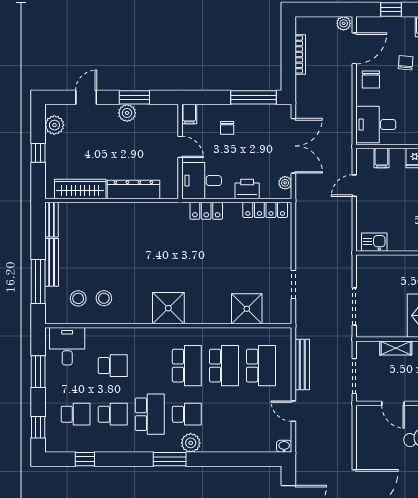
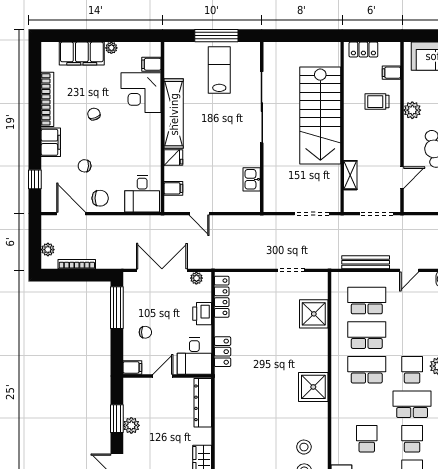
plant: (344, 23) -> (48, 250), moved
dresser: (133, 190) -> (203, 403), moved
kitchen sink: (374, 242) -> (252, 179), moved

